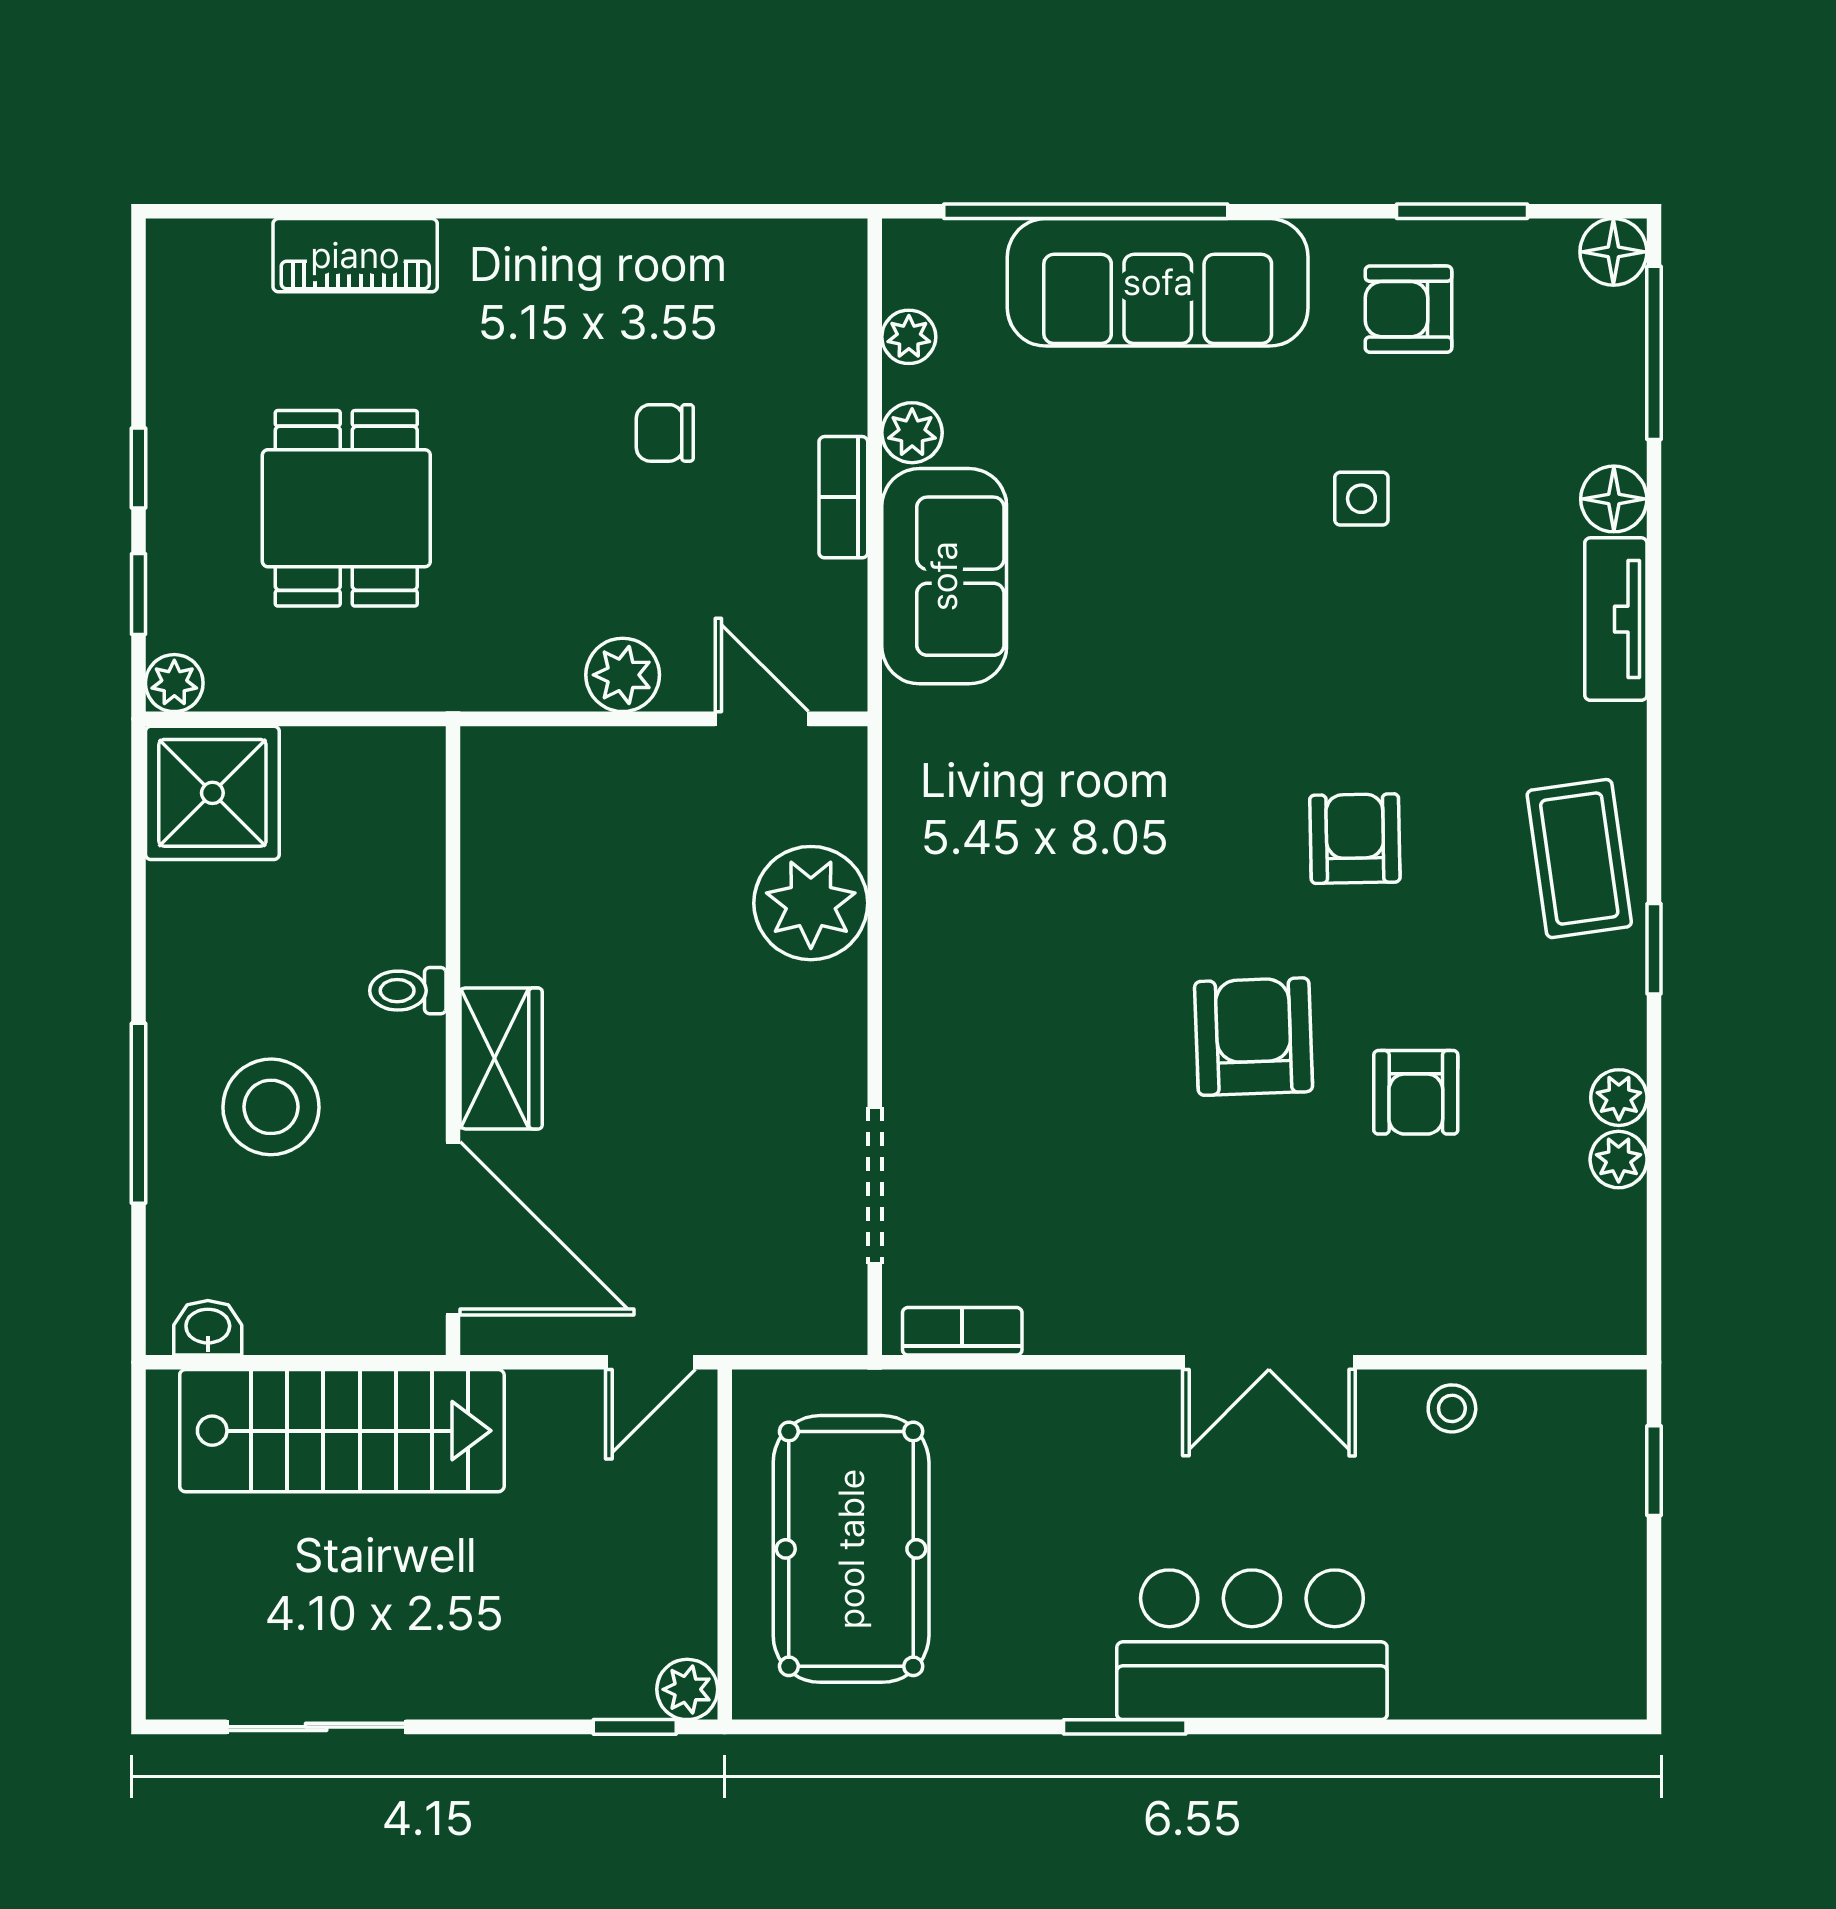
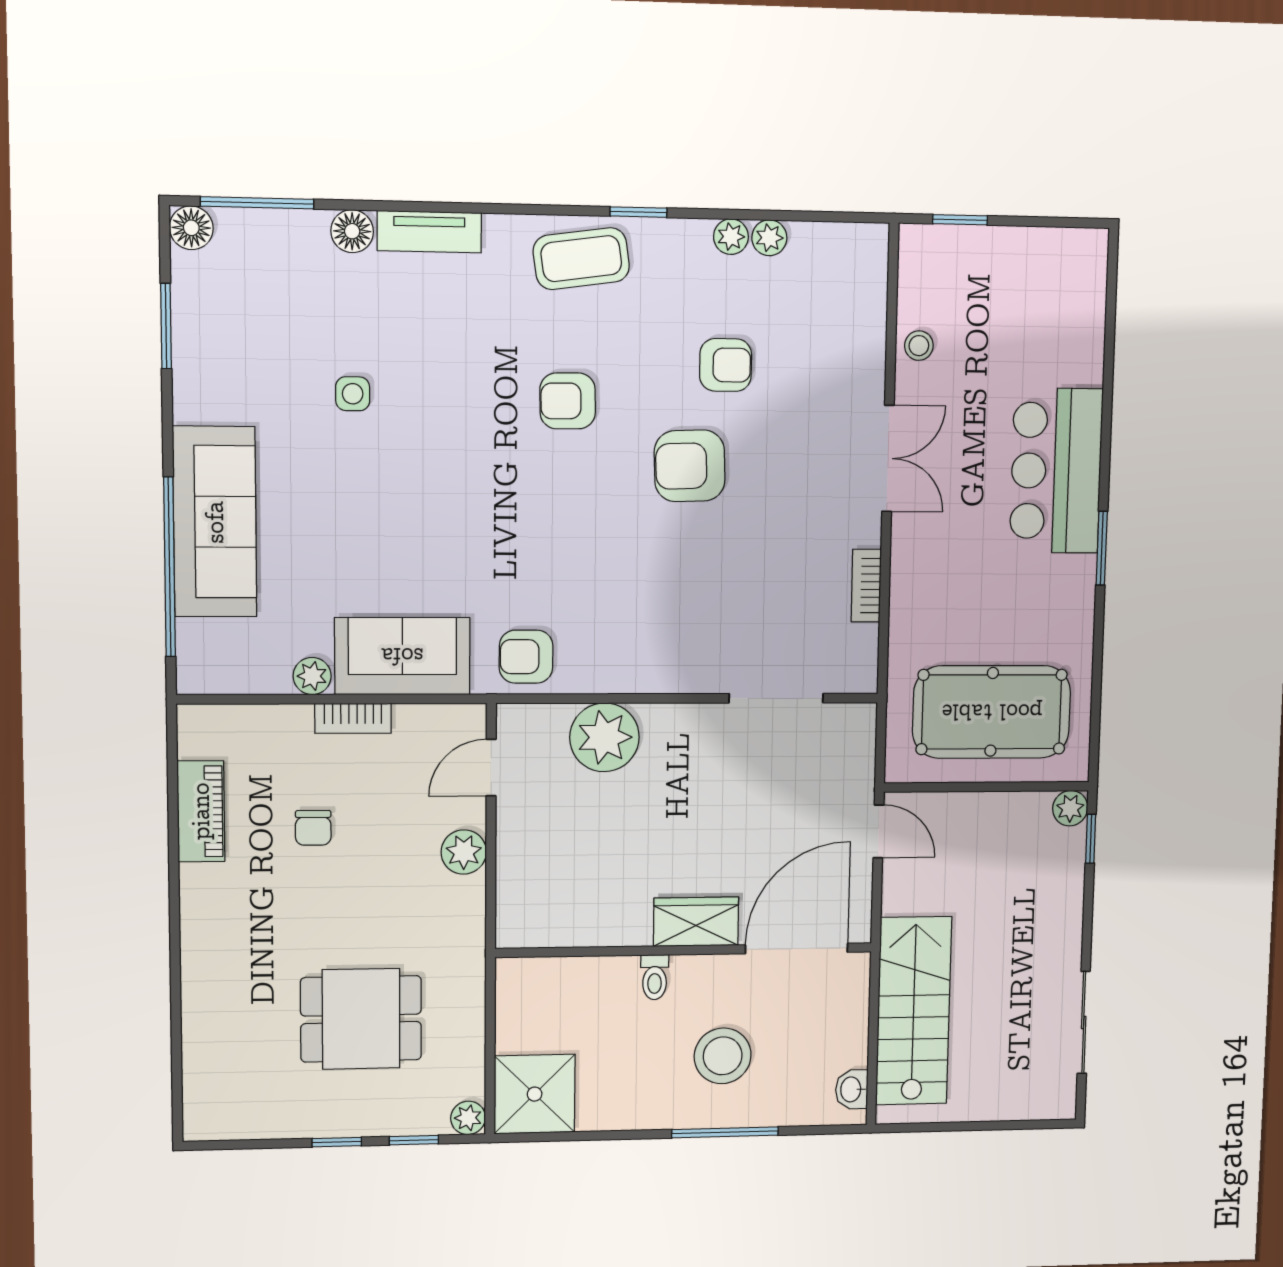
piano: (355, 255) -> (201, 811), moved
armchair: (1409, 309) -> (526, 657), moved, turned 90
plant: (909, 337) -> (251, 678), removed
bookcase: (962, 1331) -> (866, 586), moved

